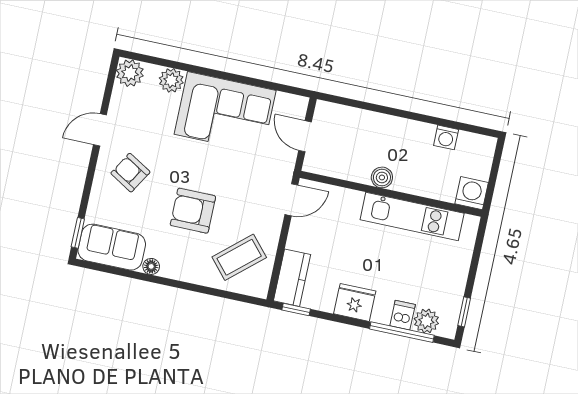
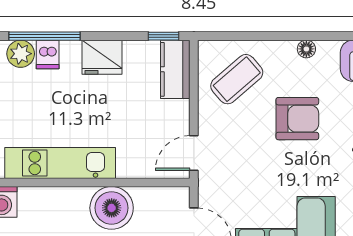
boiler: (382, 177) -> (112, 208), width x1.86, depth x1.86
floor lamp: (151, 266) -> (306, 49), moved

